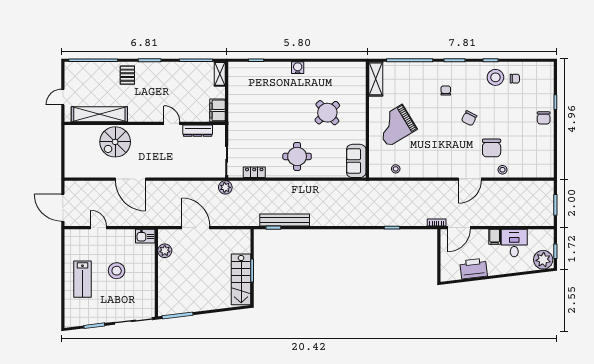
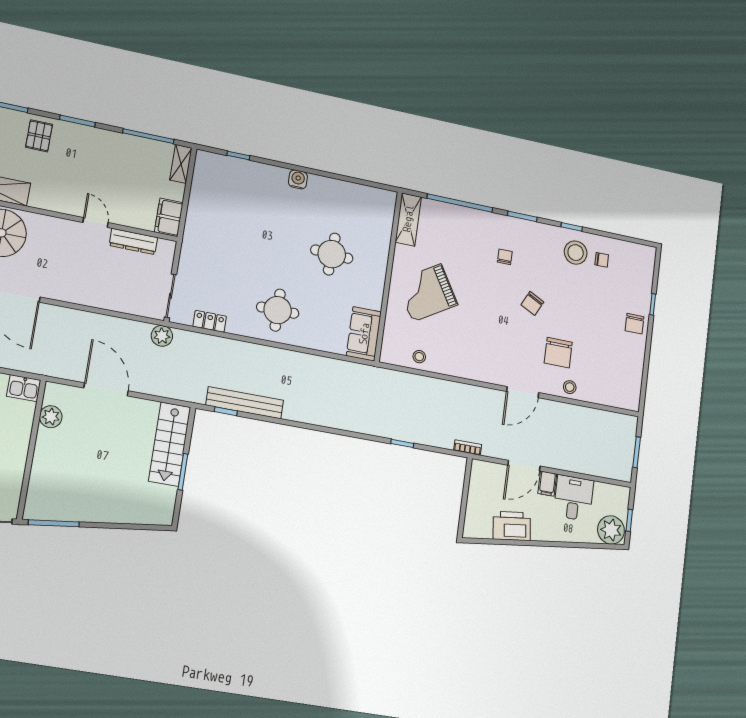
round table: (327, 113) -> (332, 254), turned 45
door: (459, 228) -> (524, 466), moved
stairs: (241, 279) -> (170, 444), moved

